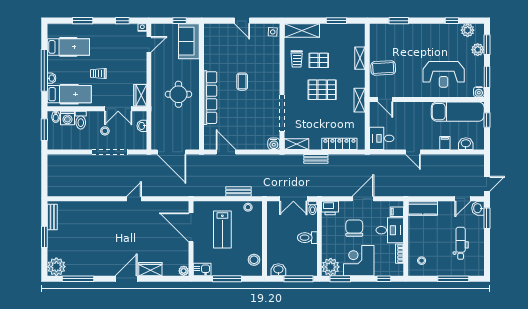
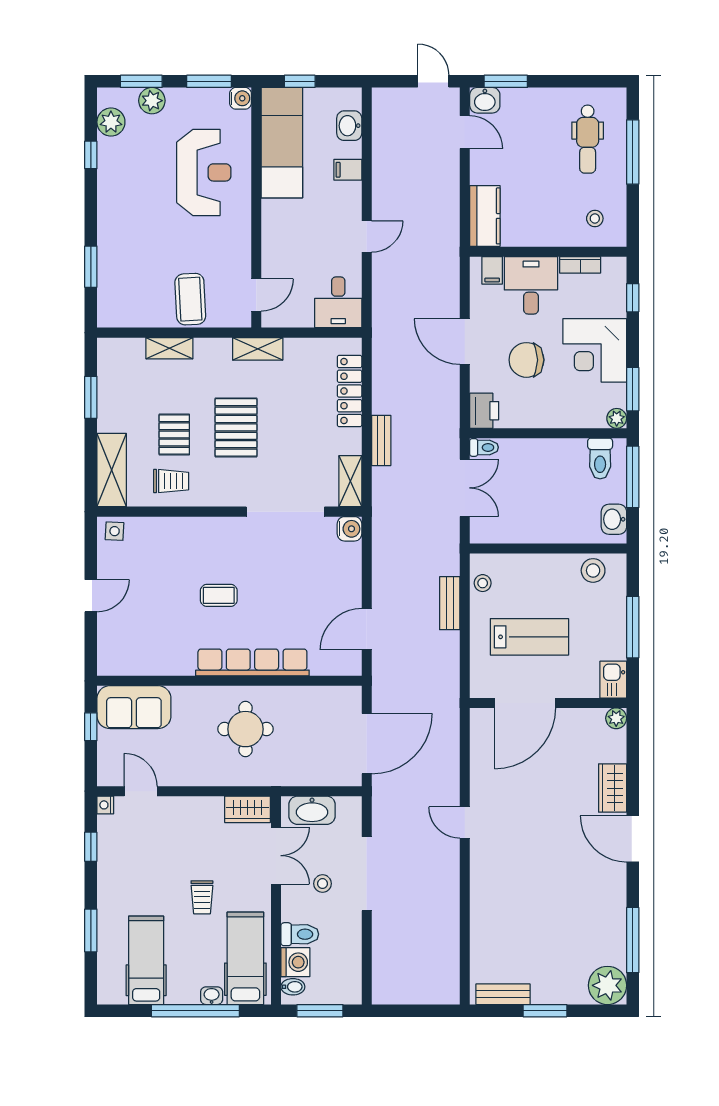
washbasin: (142, 126) -> (312, 810), width x1.91, depth x1.45
toilet: (307, 238) -> (600, 459), moved
dental chair: (461, 243) -> (588, 139), moved, turned -90
plant: (331, 267) -> (617, 418), width x0.53, depth x0.53

